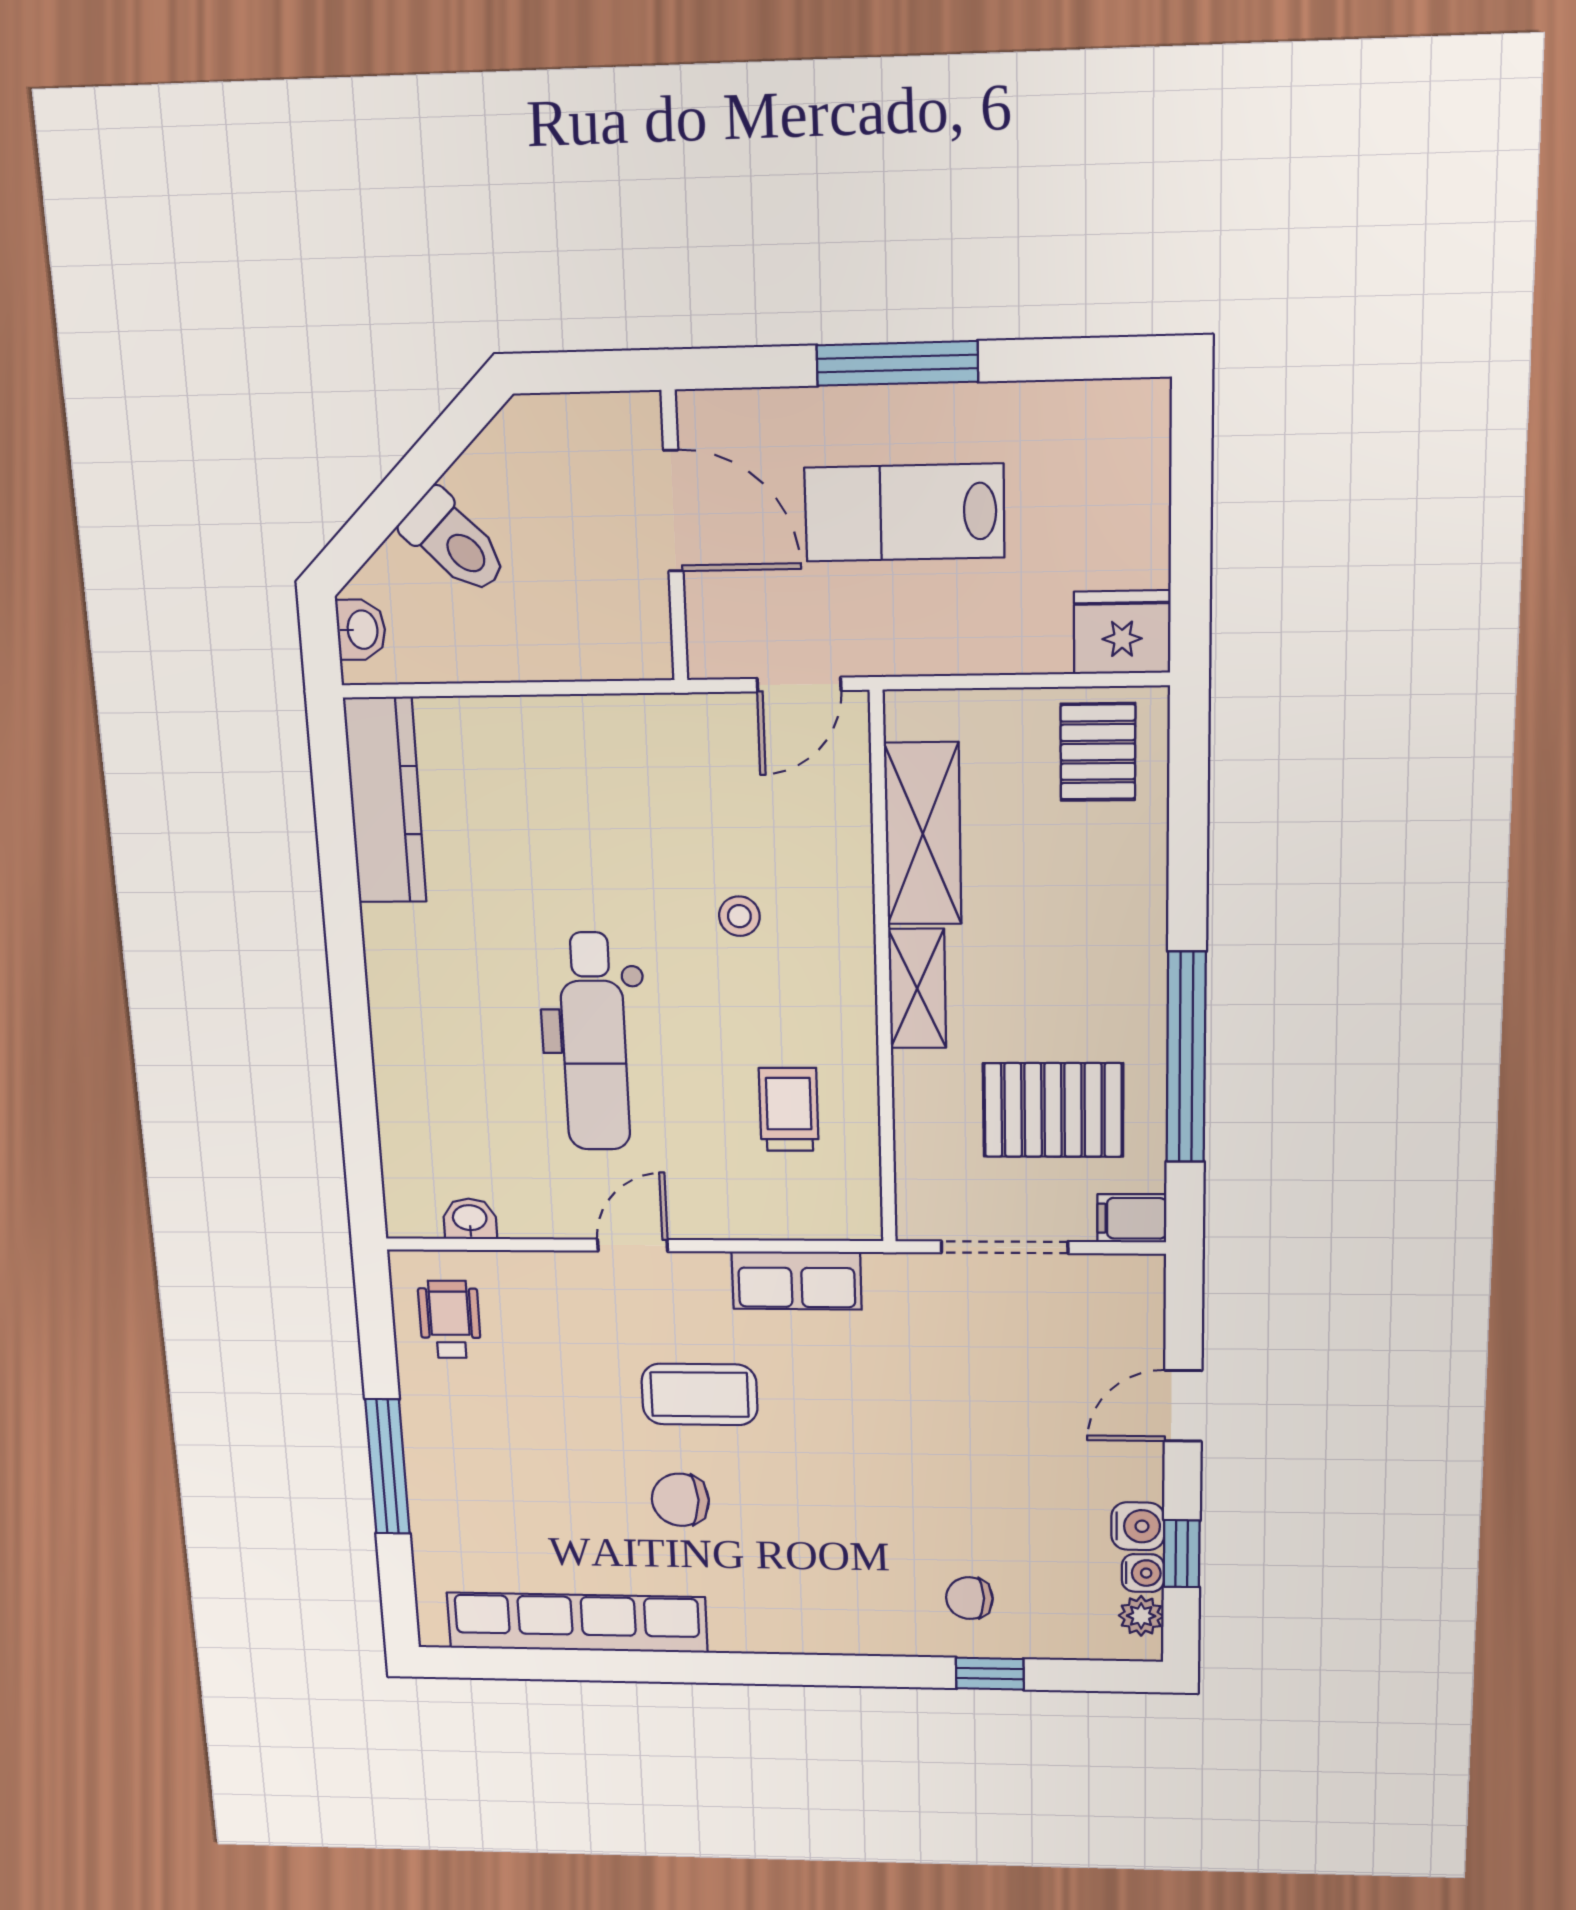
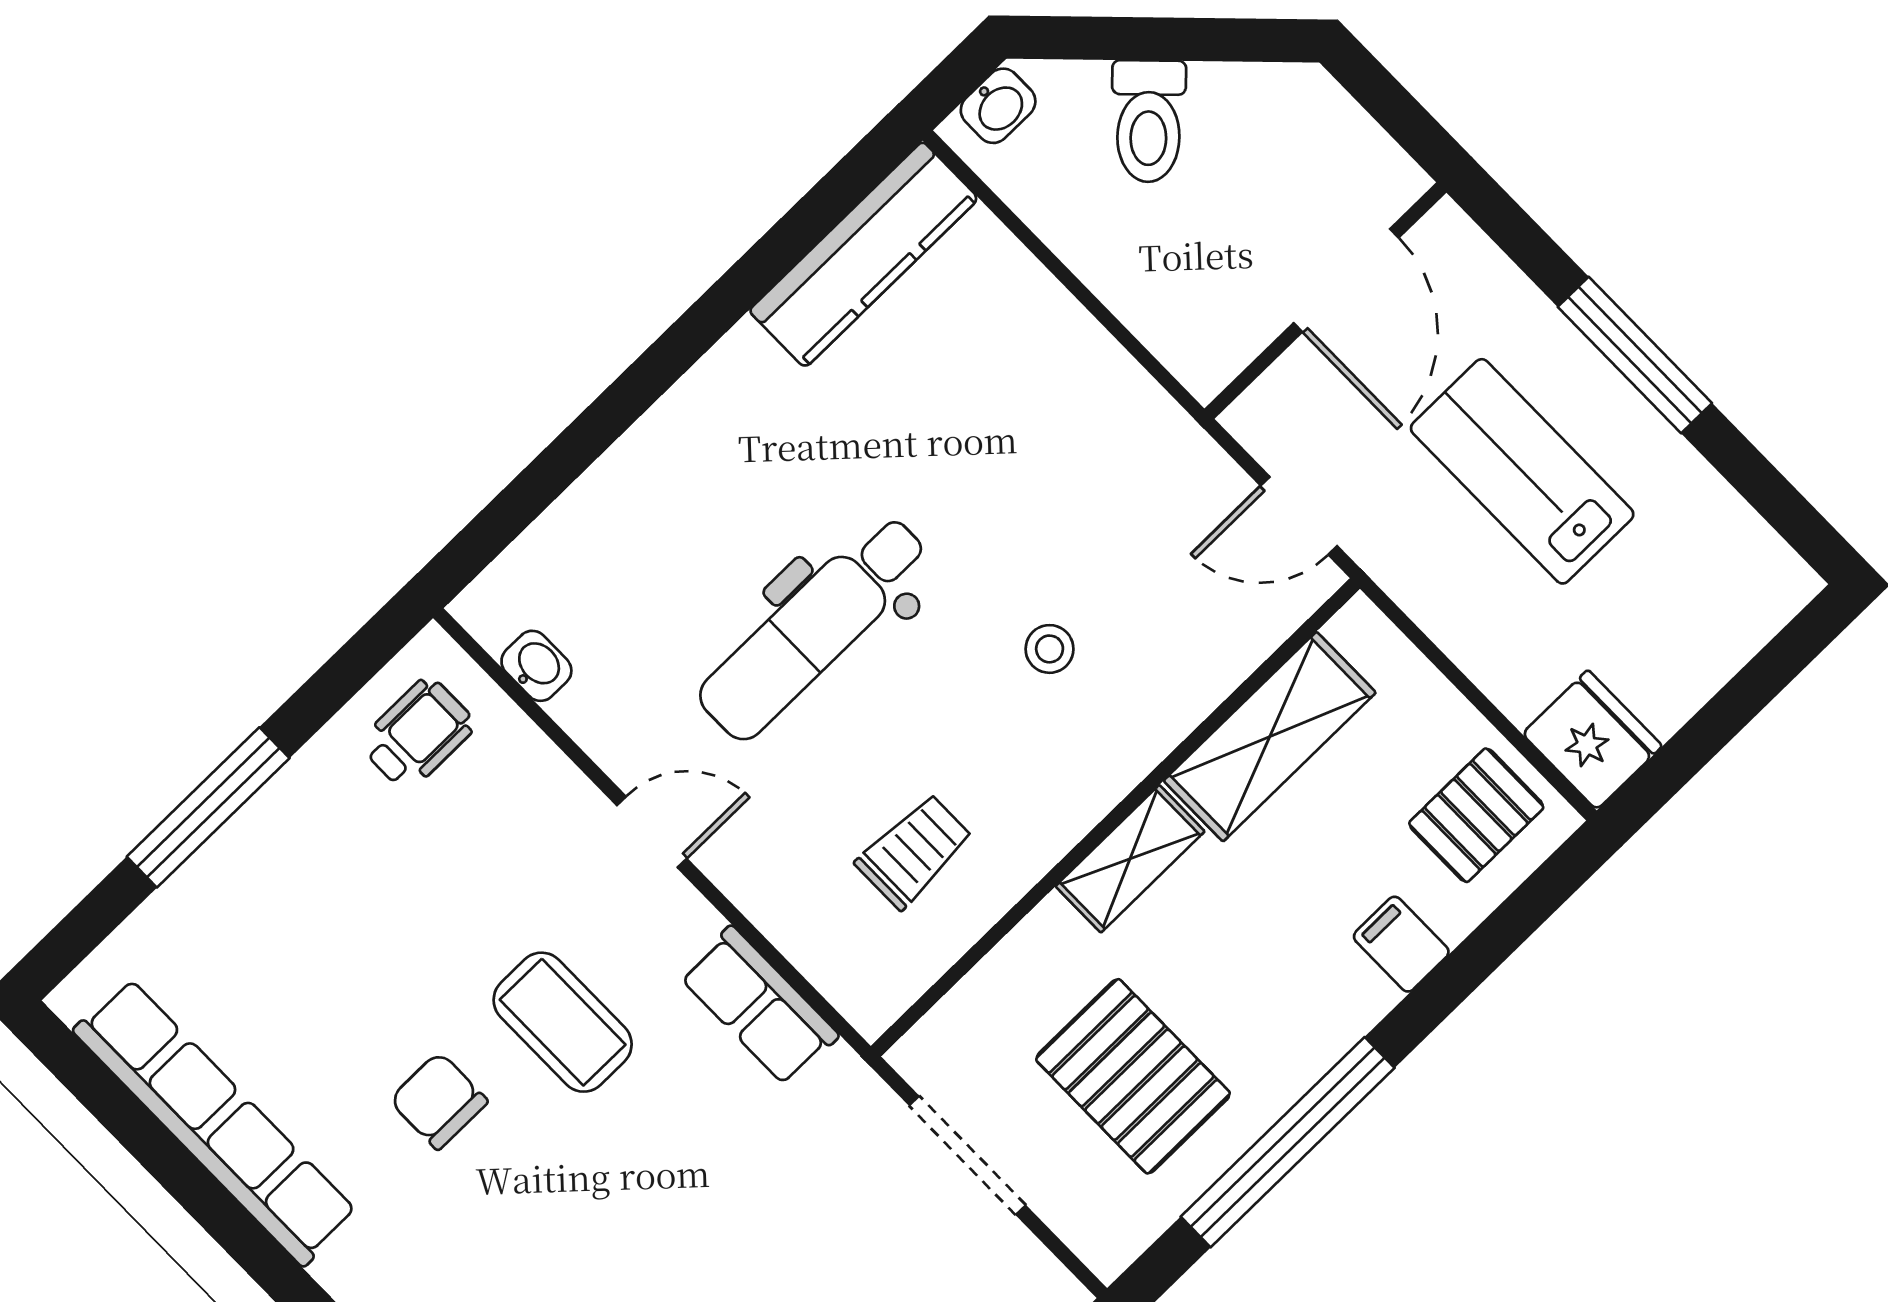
filing cabinet: (1132, 1218) -> (1401, 944), moved

